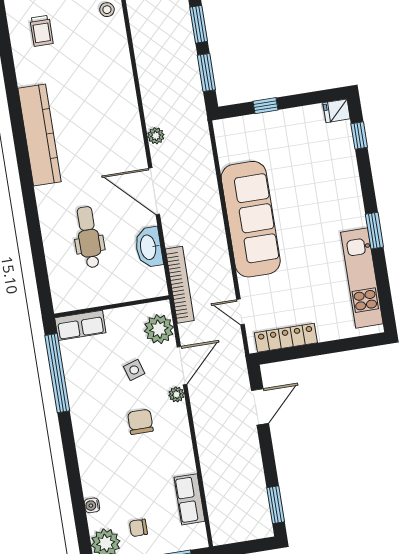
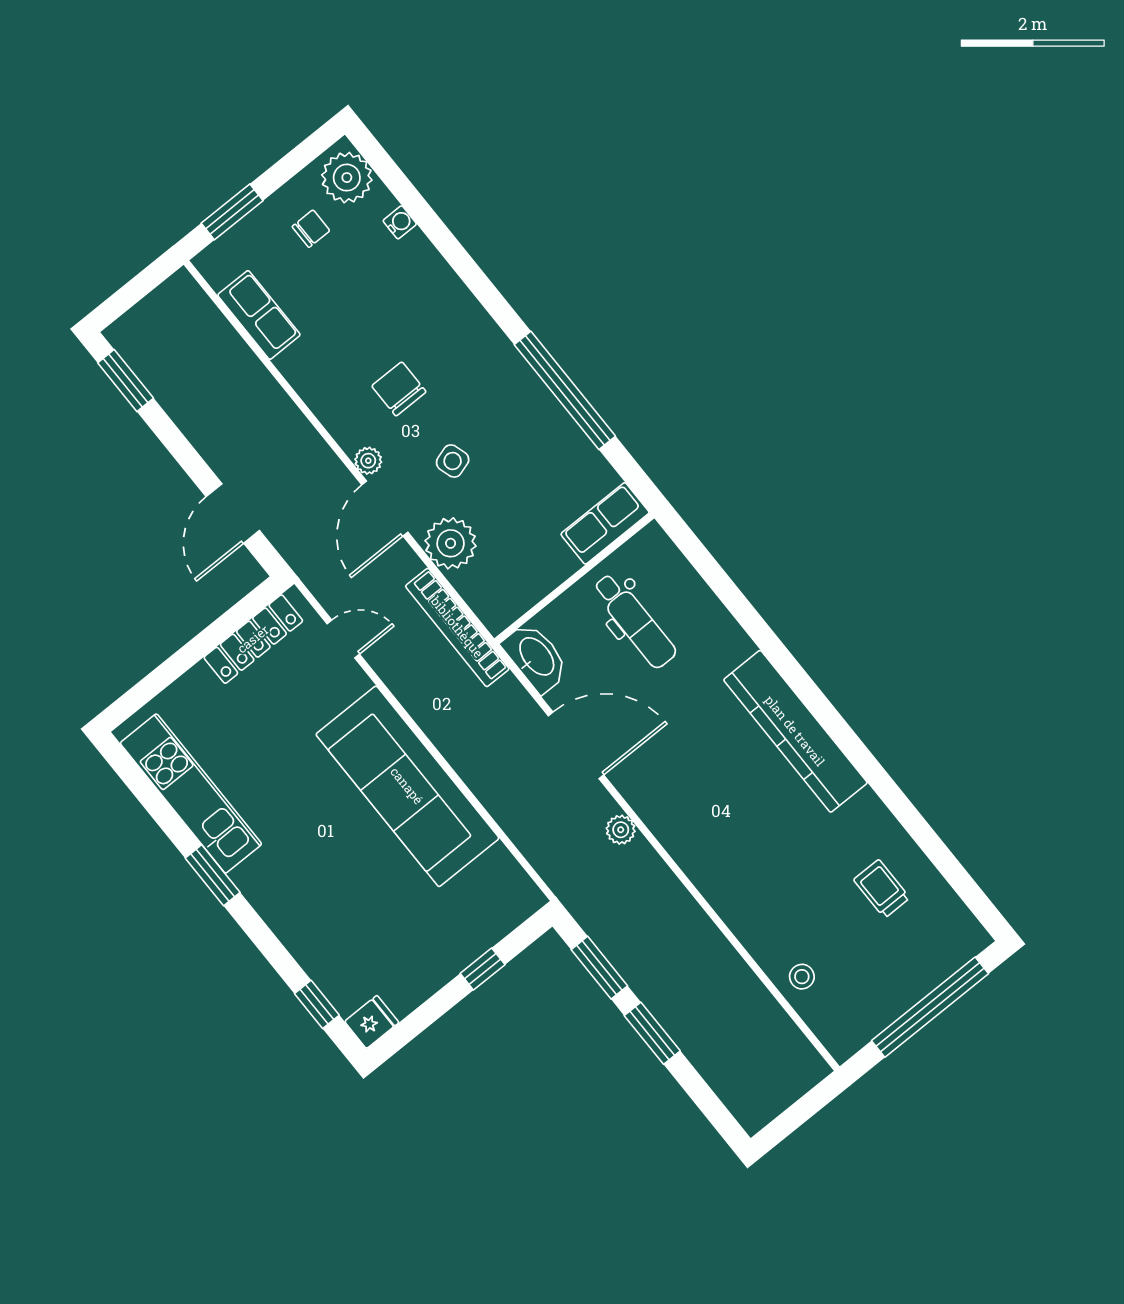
wall: (112, 307) -> (574, 578), moved
row of seats: (80, 325) -> (605, 523), moved
chair: (140, 422) -> (399, 389), turned 180

